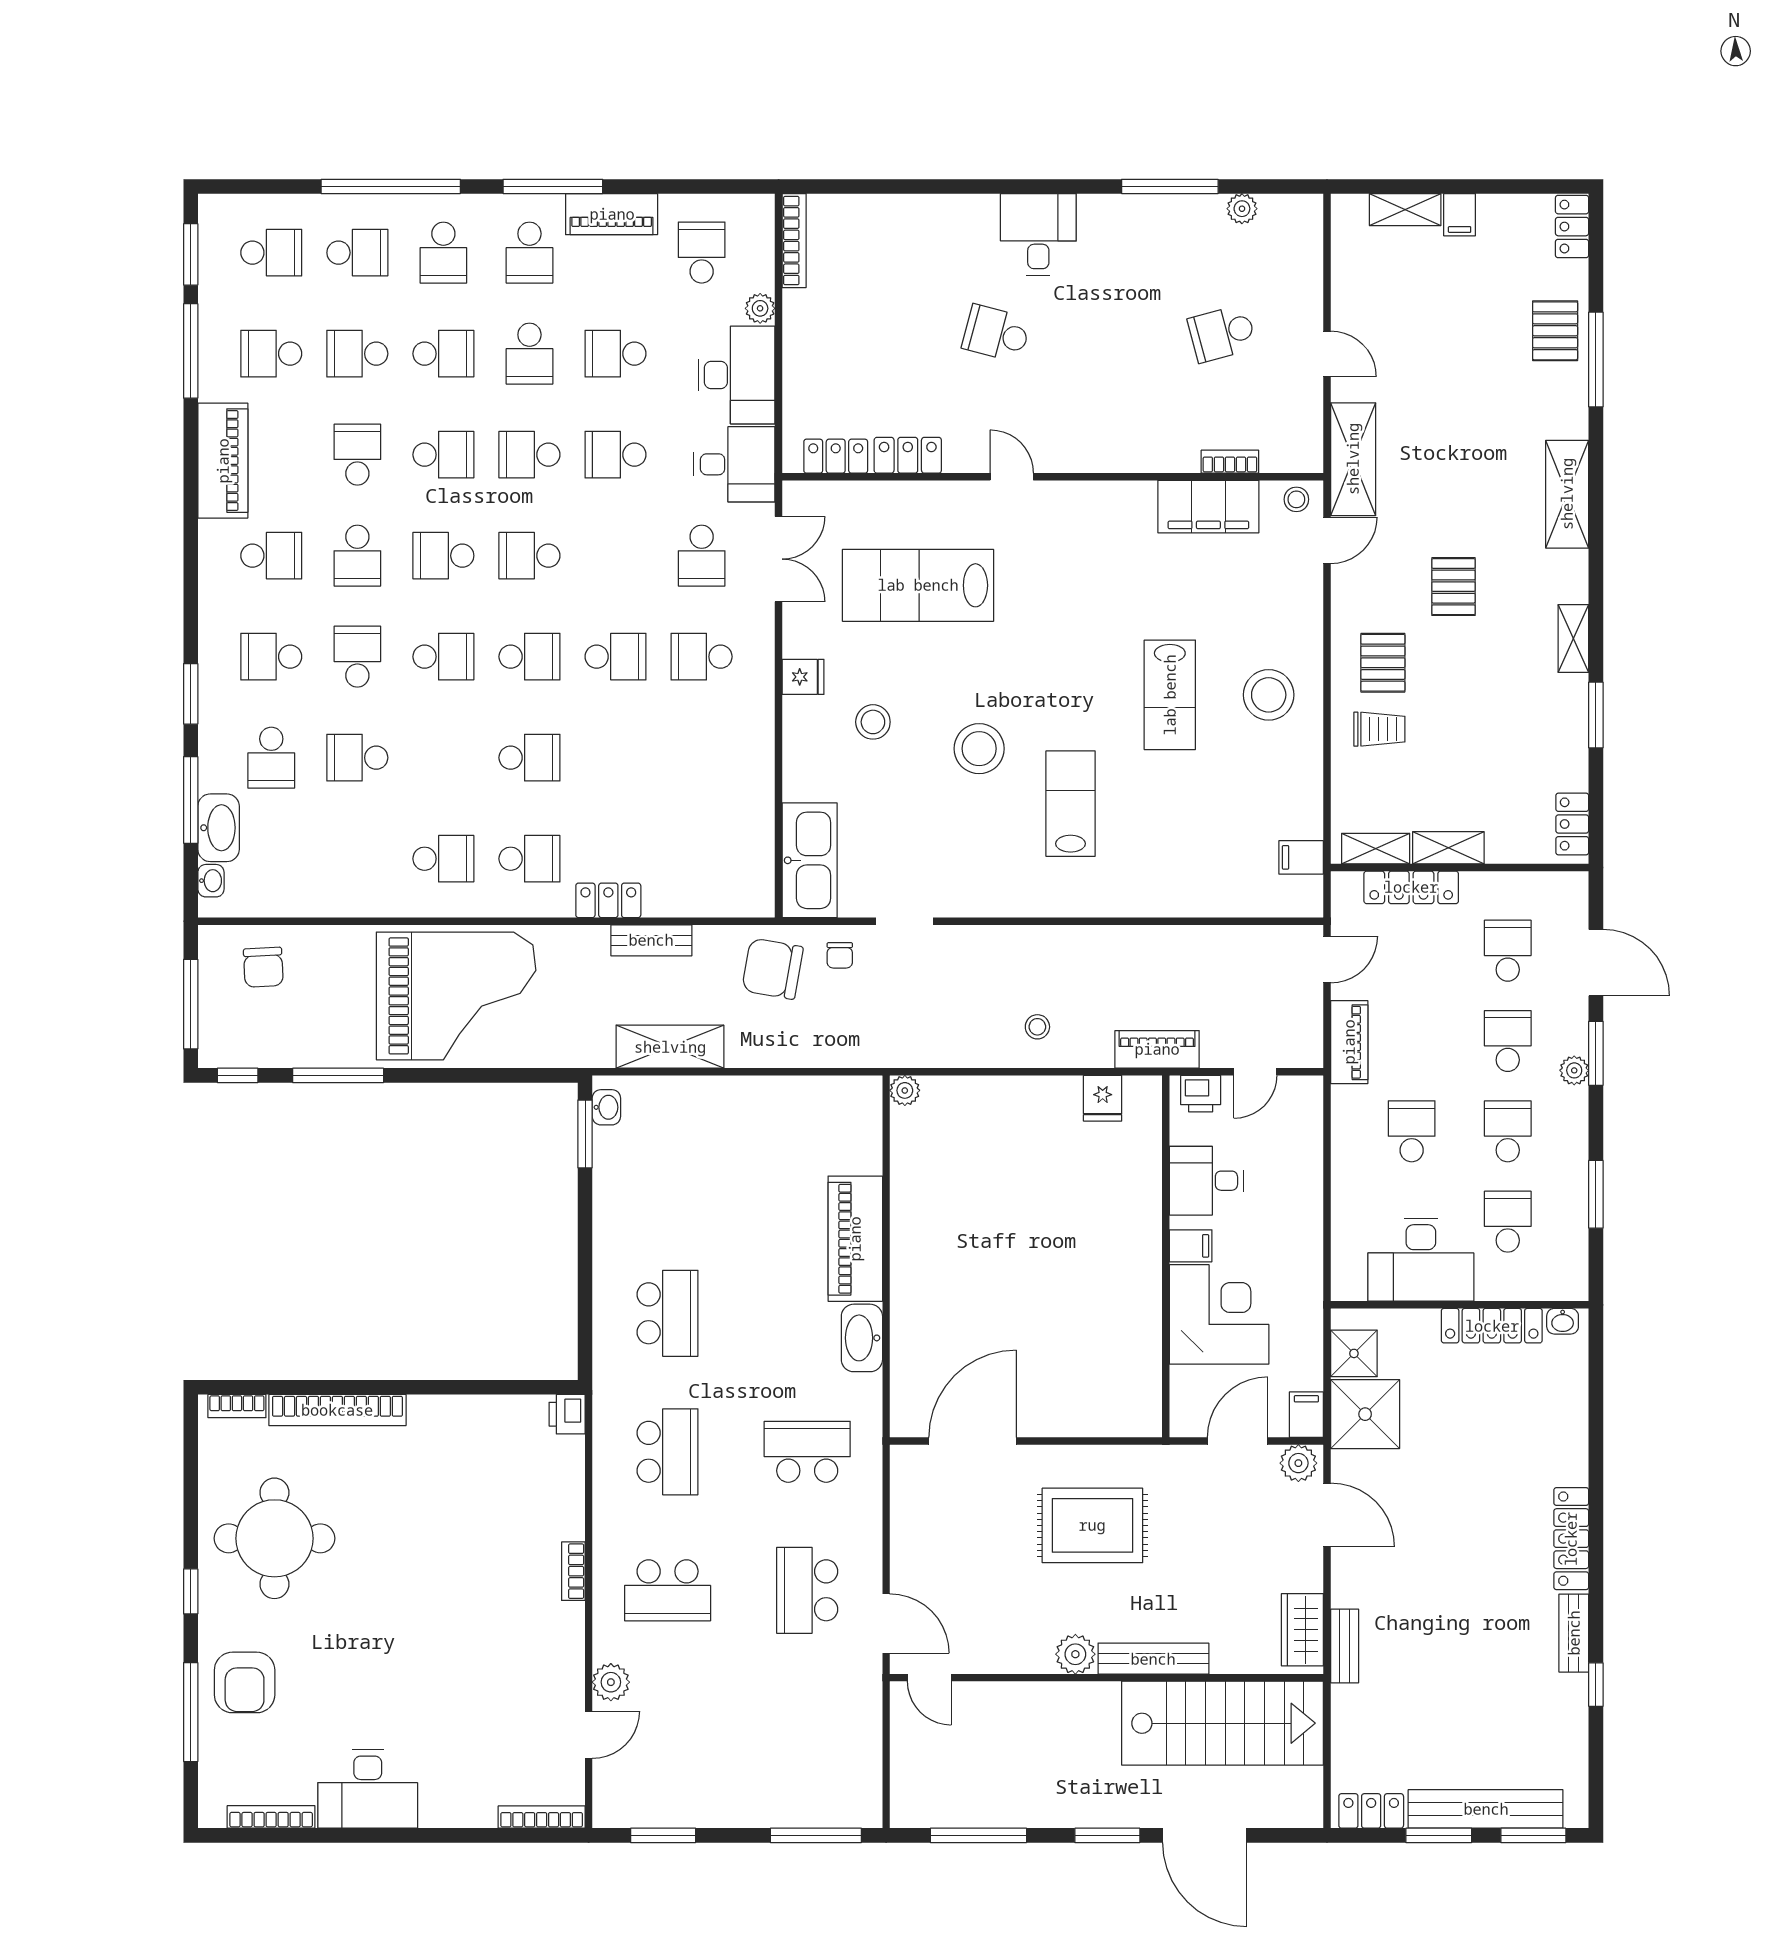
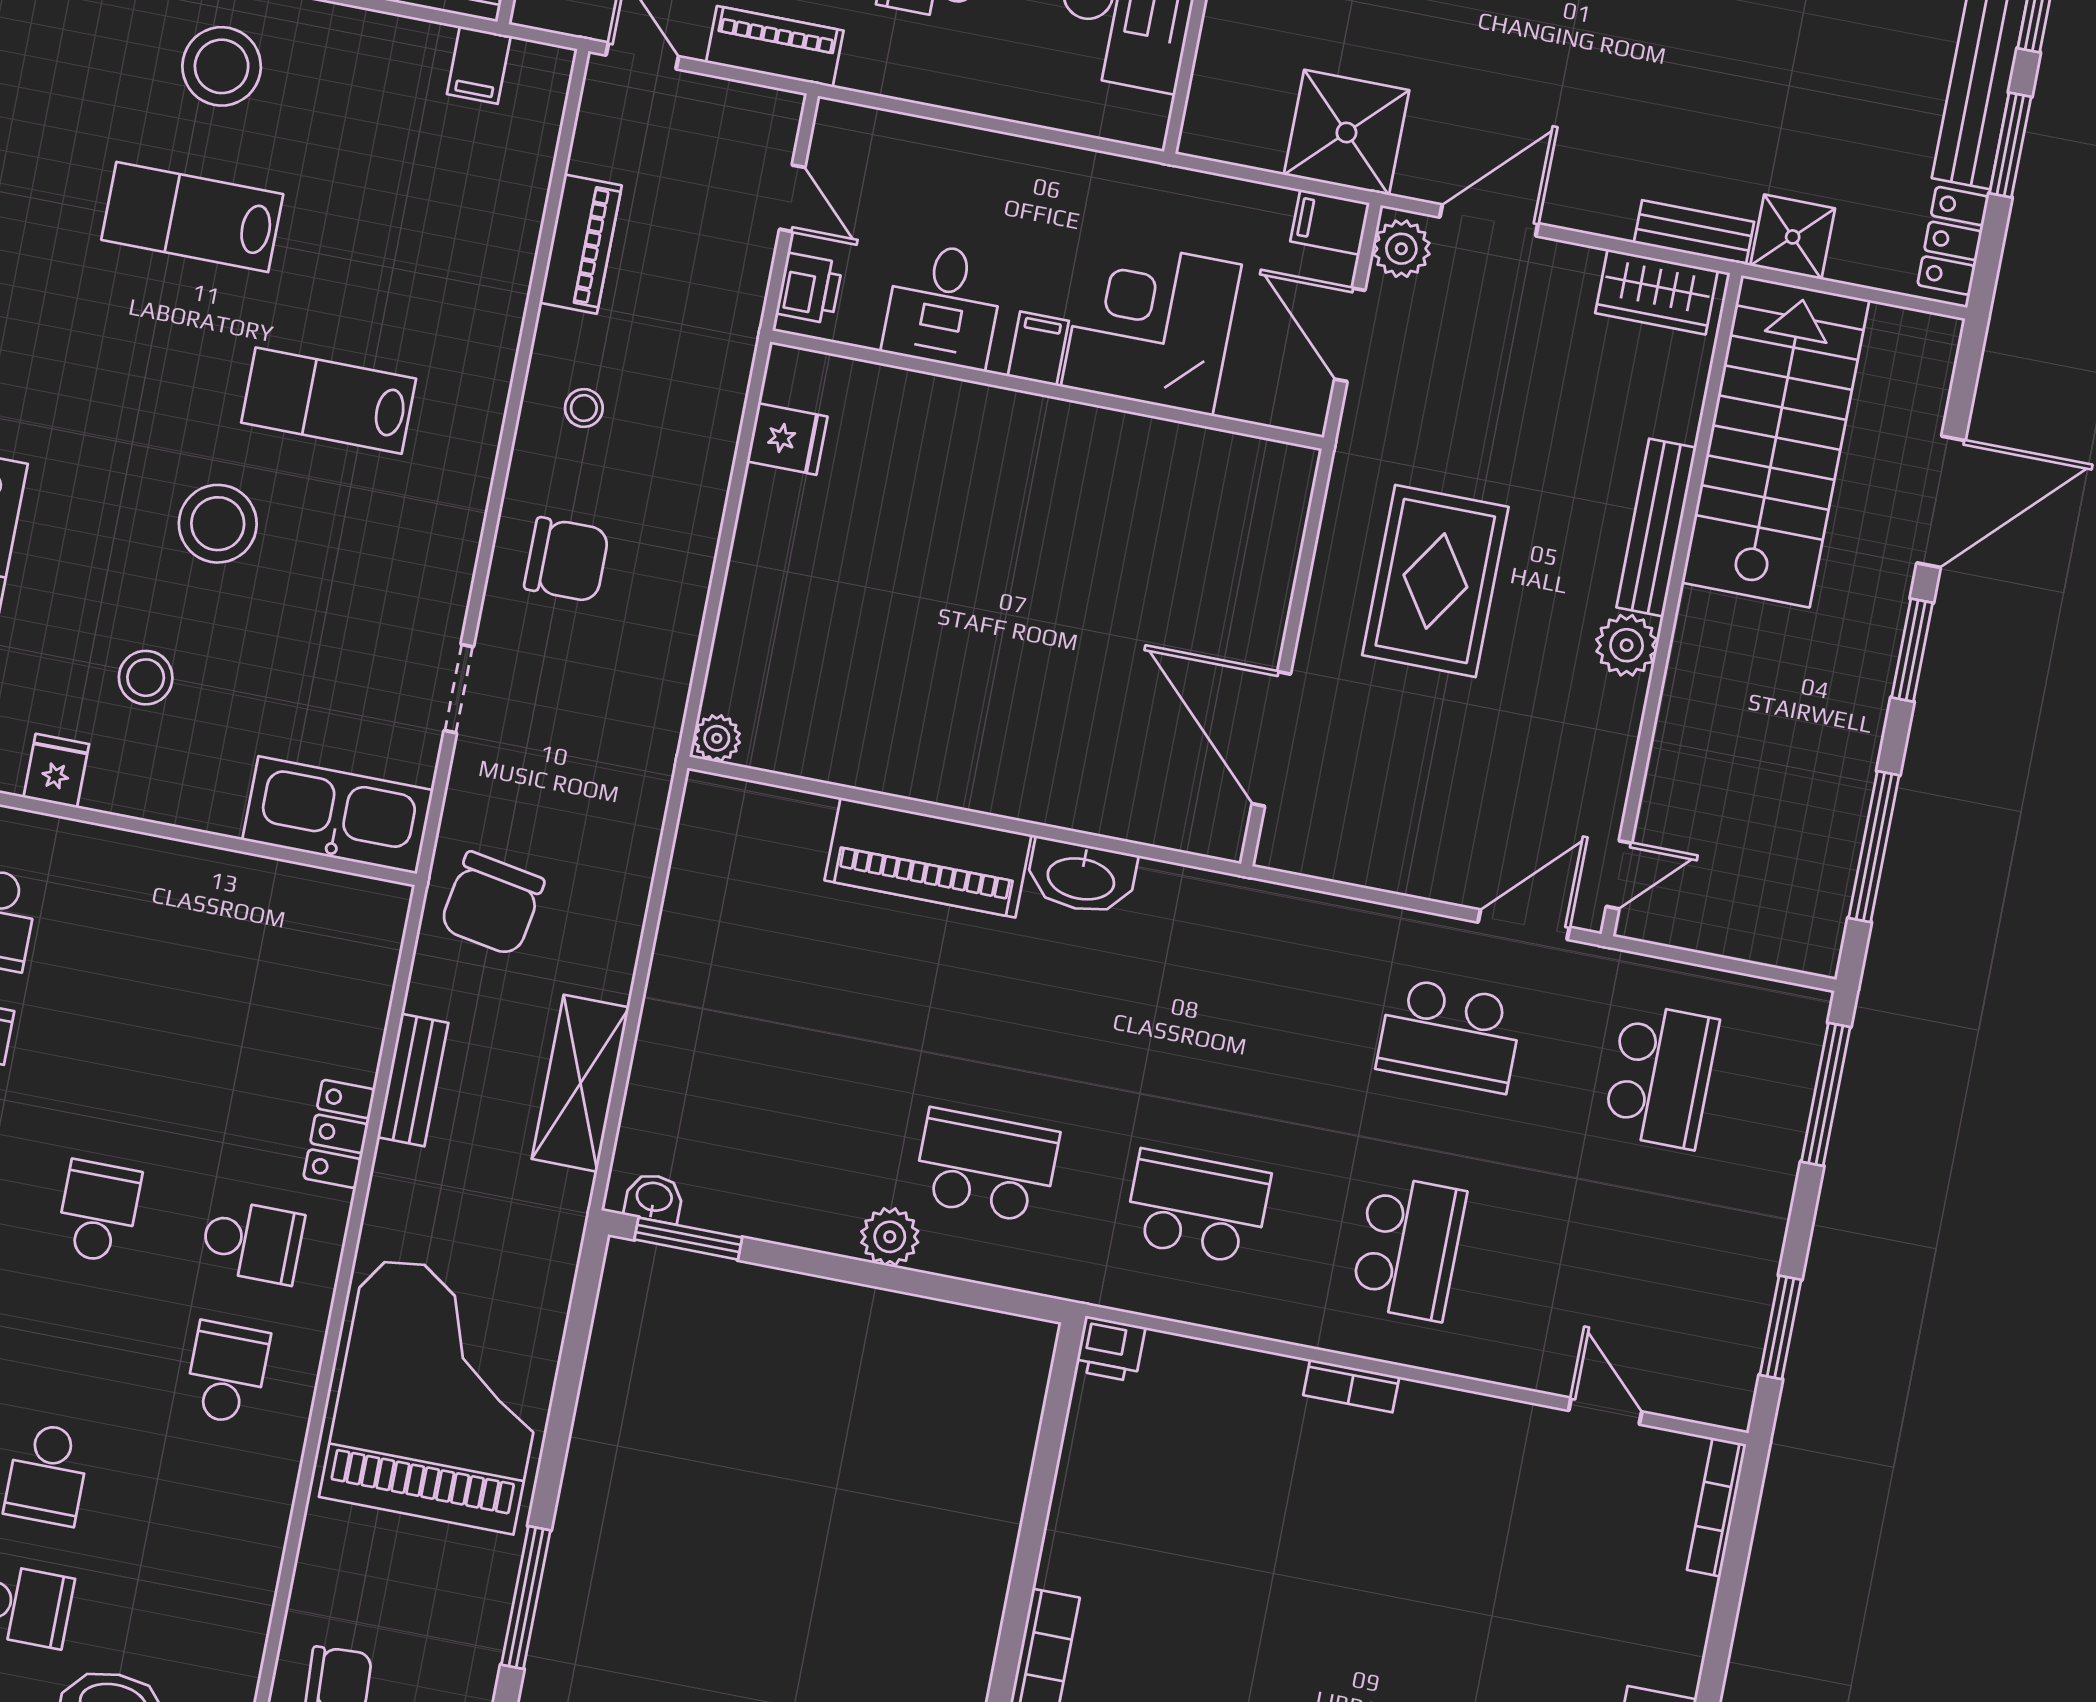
lab bench: (1170, 695) -> (192, 217), turned 180
school desk: (529, 859) -> (252, 1242), turned 90
chair: (840, 955) -> (567, 560), moved, width x1.87, depth x1.87
stool: (1037, 1027) -> (584, 408), moved
piano: (1157, 1049) -> (581, 244), moved, turned 180
shower: (1354, 1353) -> (1793, 237), moved
school desk: (807, 1452) -> (1661, 1076), moved, turned 180
plant: (611, 1682) -> (890, 1237), moved

